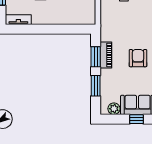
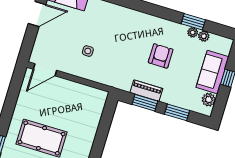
armchair: (138, 58) -> (161, 56), turned 90

